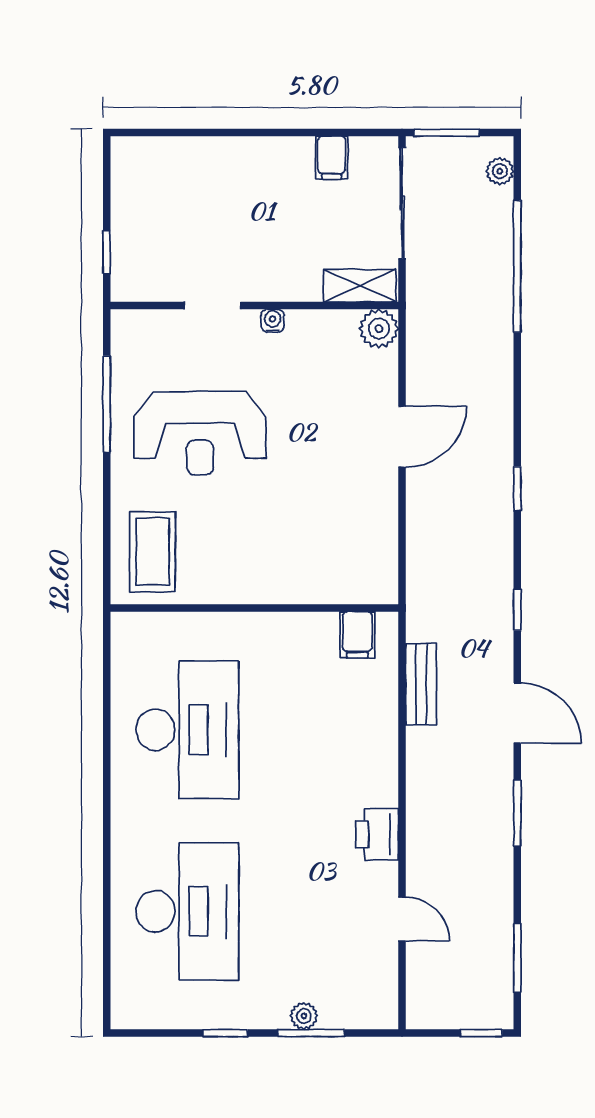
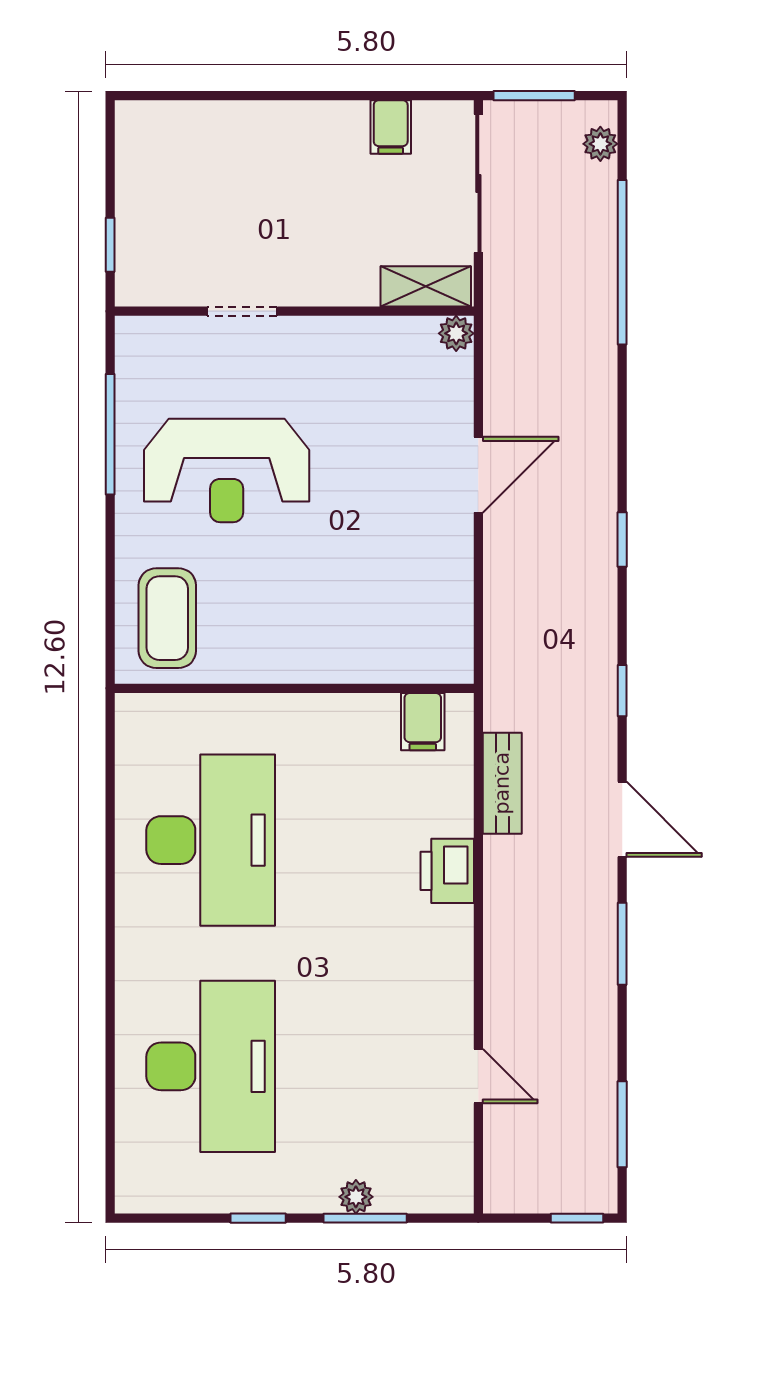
water cooler: (273, 321) -> (317, 330), removed
plant: (379, 329) -> (456, 333), width x0.73, depth x0.73
printer: (377, 834) -> (447, 871), moved

